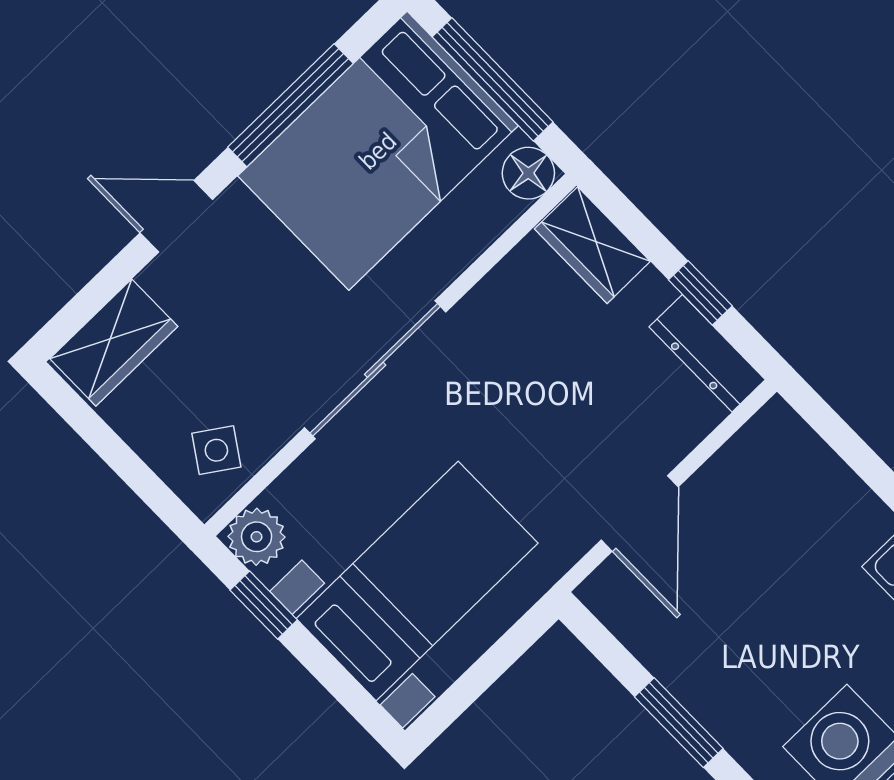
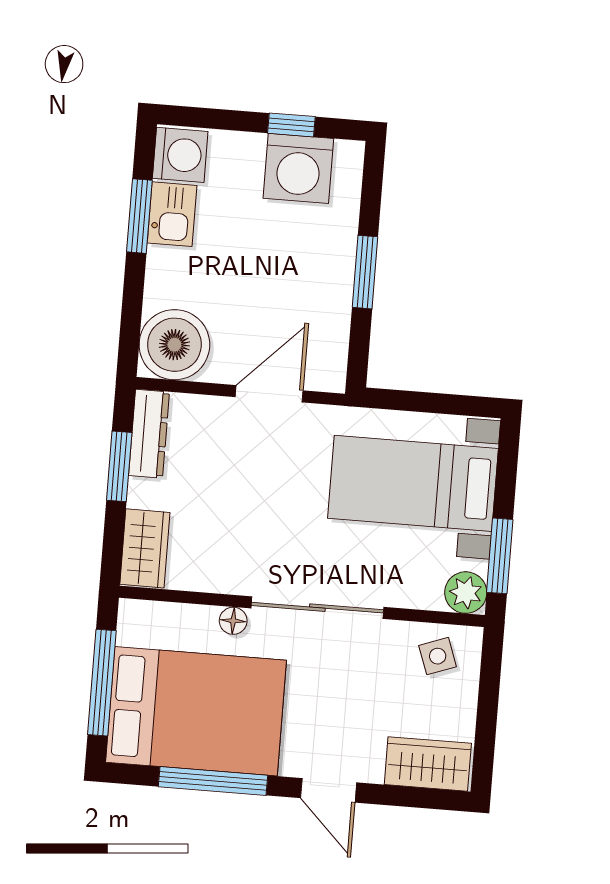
floor lamp: (528, 173) -> (233, 621), moved, width x0.73, depth x0.73
window: (700, 293) -> (119, 466), width x1.50
side table: (216, 450) -> (438, 656), turned 36
boiler: (776, 460) -> (174, 345), added
window: (264, 605) -> (500, 556), width x1.50

